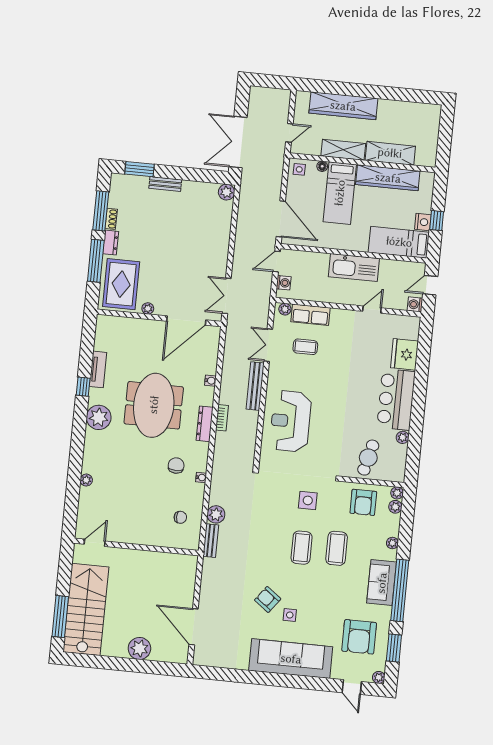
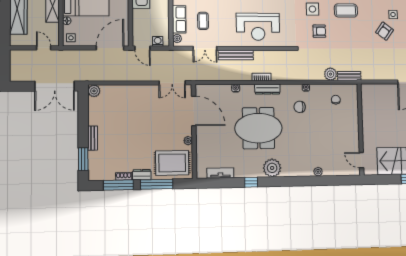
tv unit: (98, 369) -> (220, 173), moved
armchair: (276, 506) -> (319, 31), added

